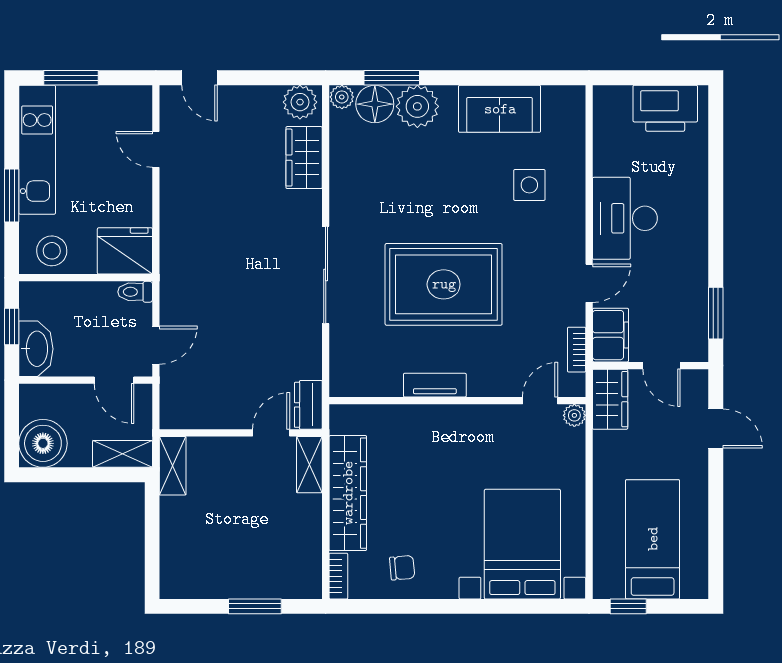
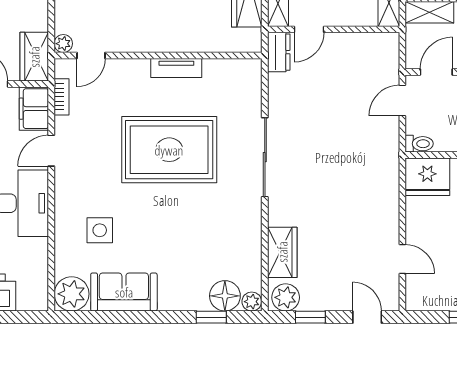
window: (269, 78) -> (310, 317), added
window: (392, 78) -> (211, 317), width x0.67
plant: (417, 106) -> (72, 294), moved
door: (114, 380) -> (436, 72), hinge flipped

